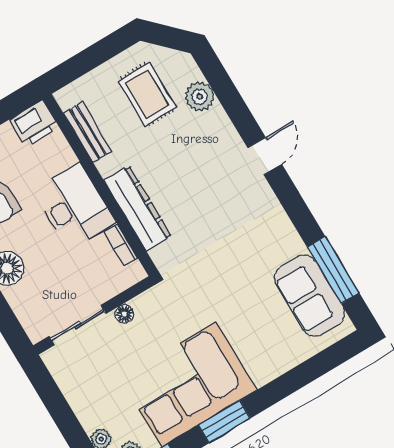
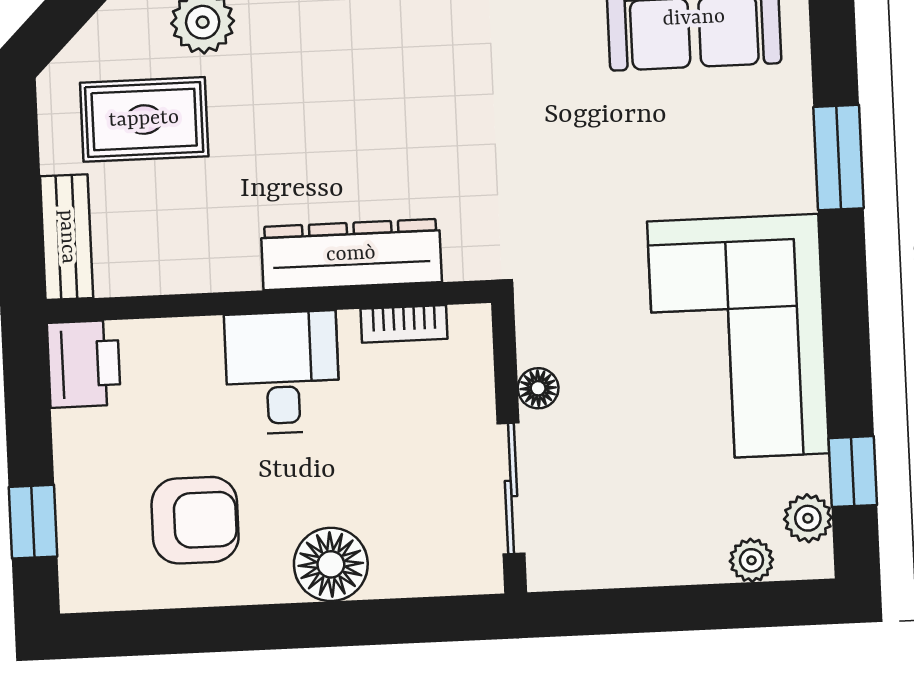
bench: (87, 132) -> (67, 237), moved, turned 90
desk: (74, 206) -> (282, 373), width x0.73
window: (224, 422) -> (838, 158), moved

